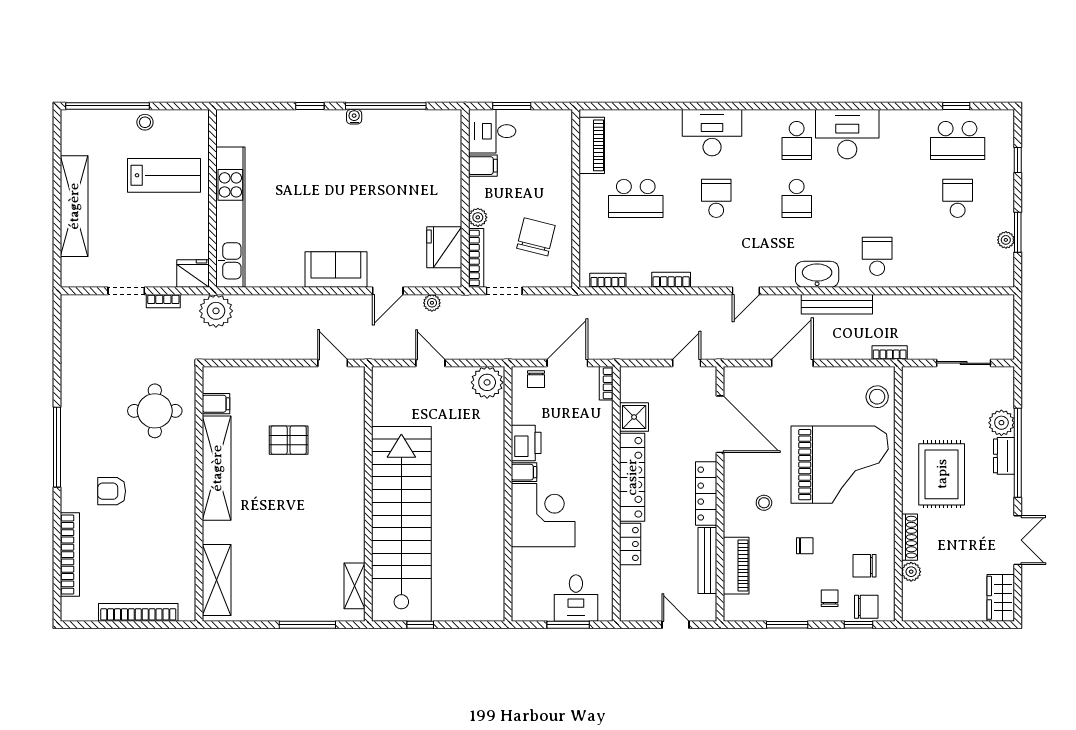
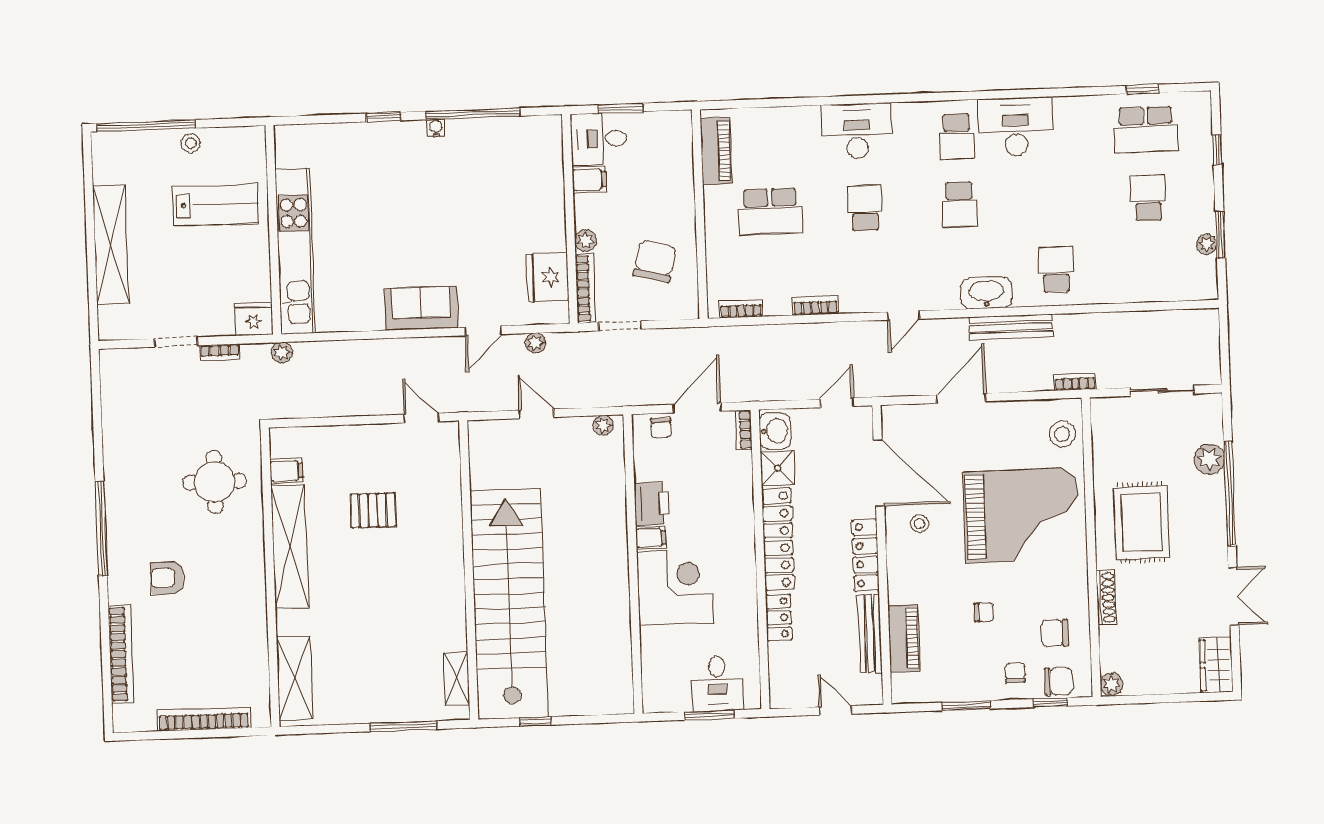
plant: (216, 311) -> (282, 353), width x0.53, depth x0.53
plant: (487, 382) -> (603, 425), width x0.53, depth x0.53
washbasin: (633, 385) -> (775, 431), added
dresser: (1004, 456) -> (1214, 498), removed
stool: (764, 503) -> (919, 524), moved
plant: (911, 572) -> (1111, 684), moved

